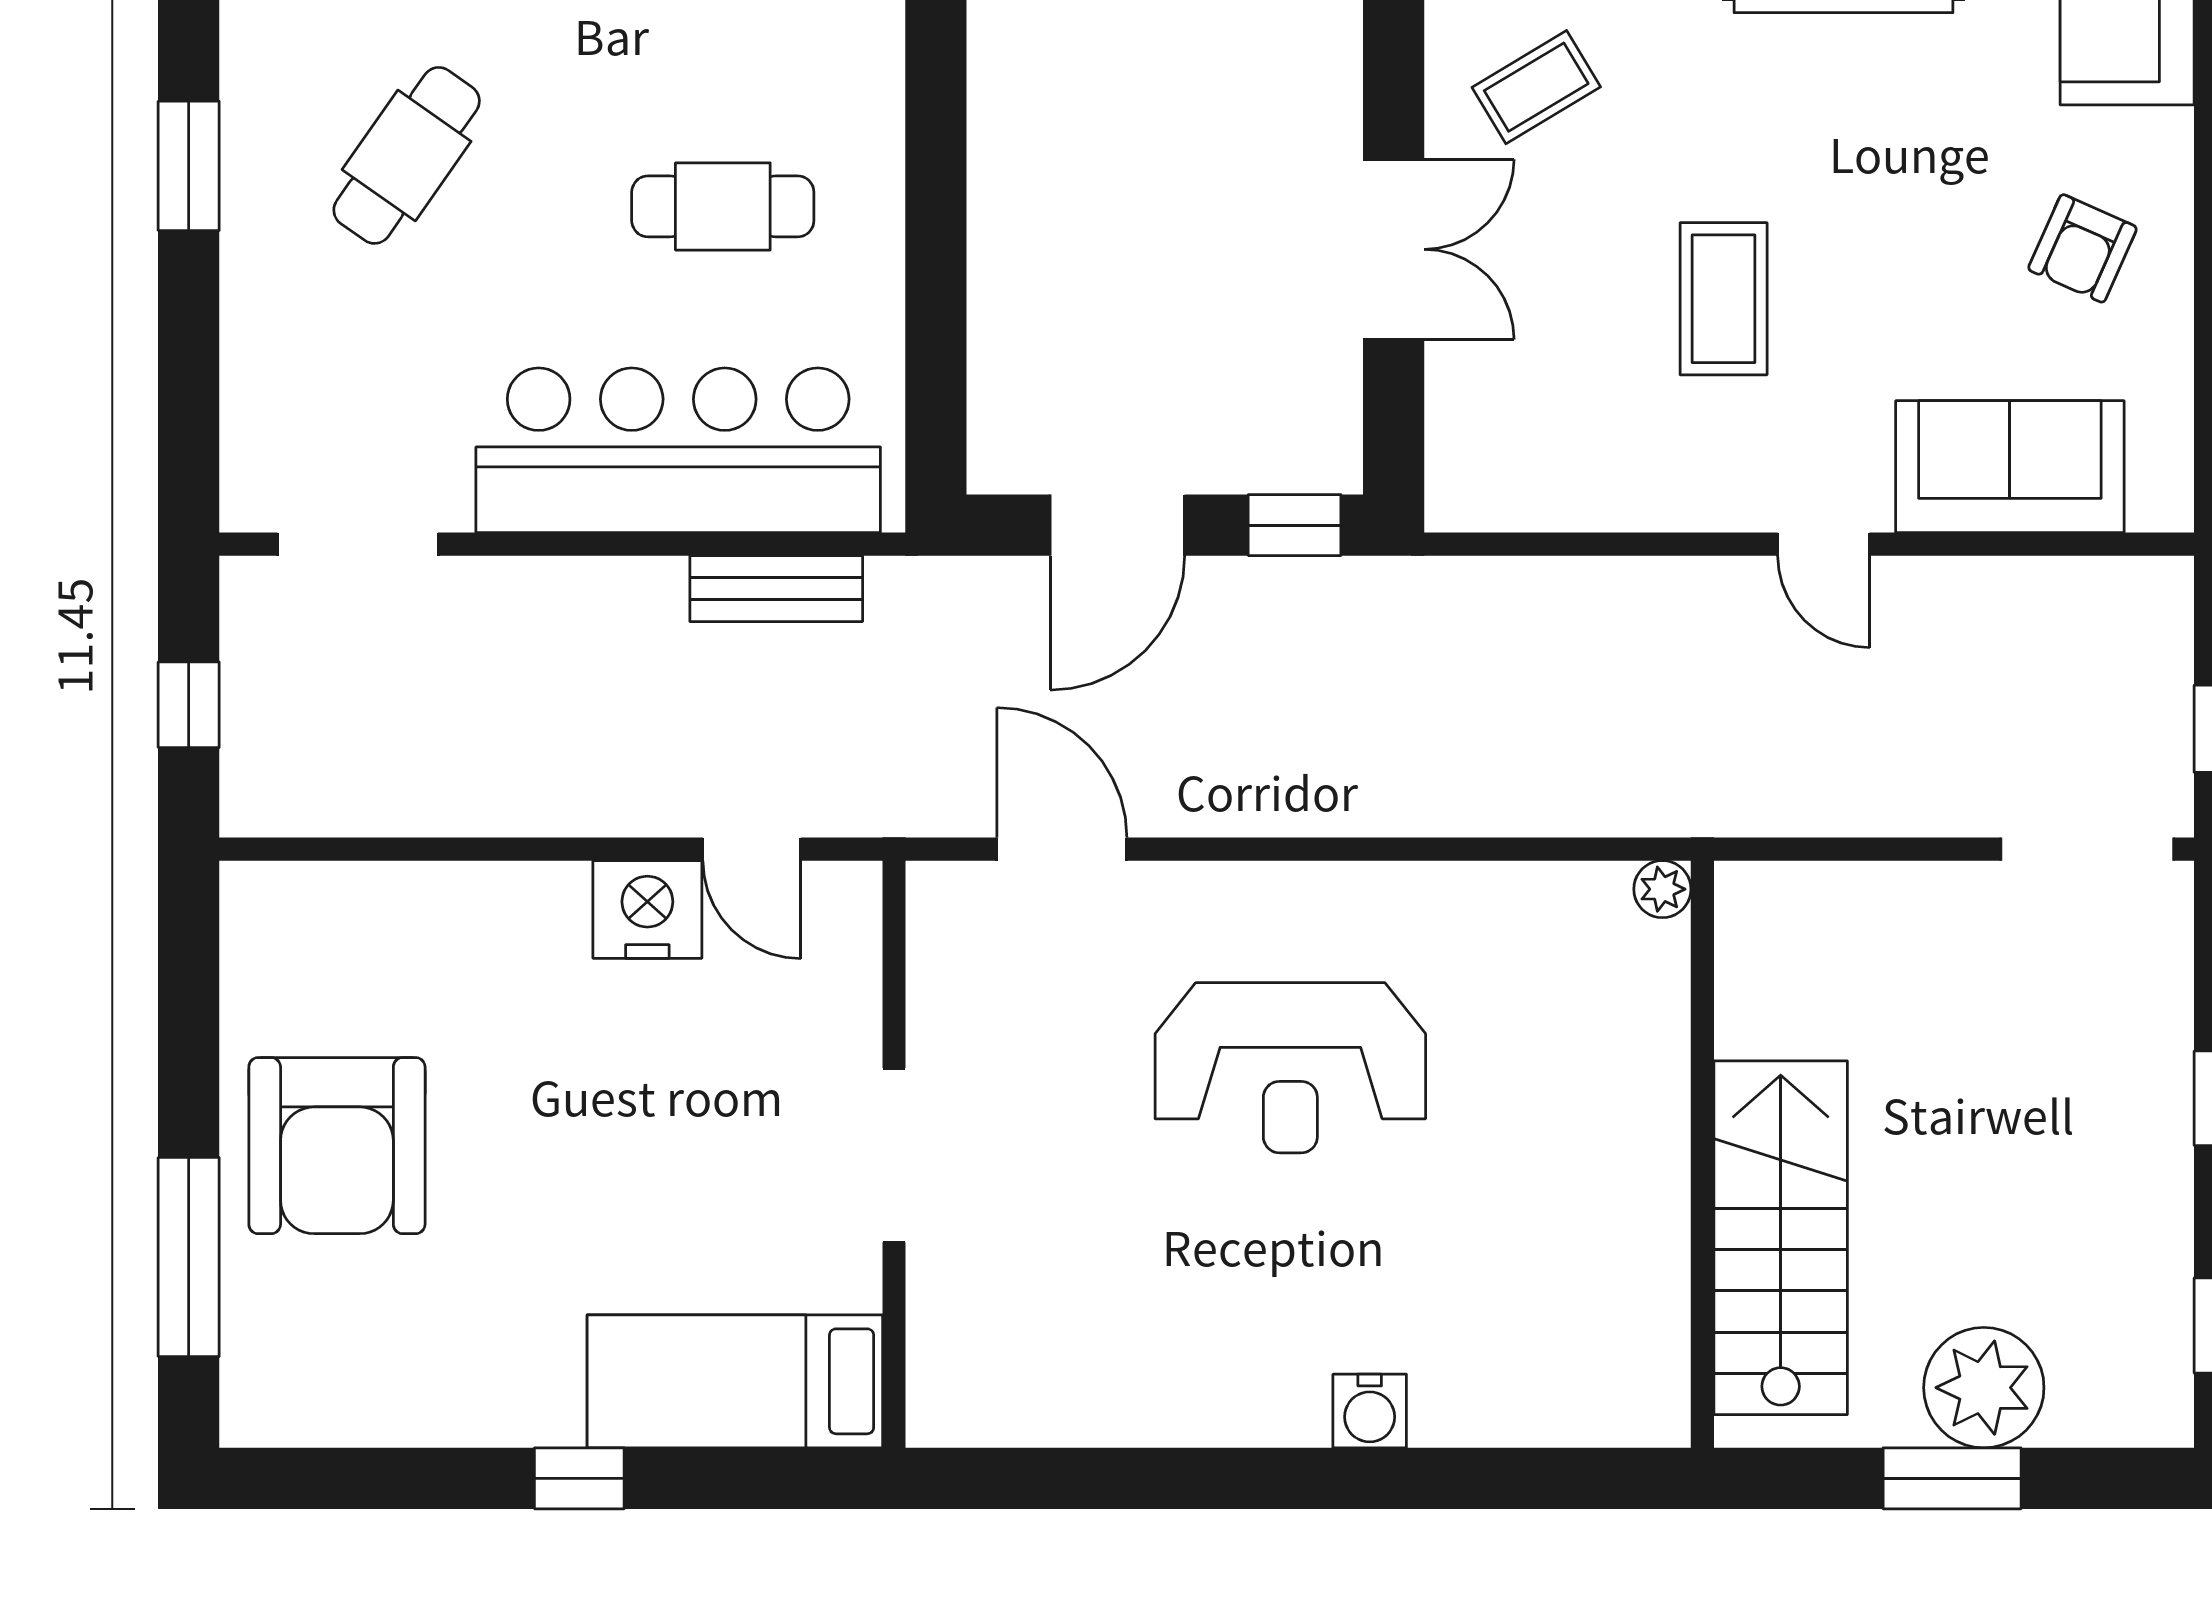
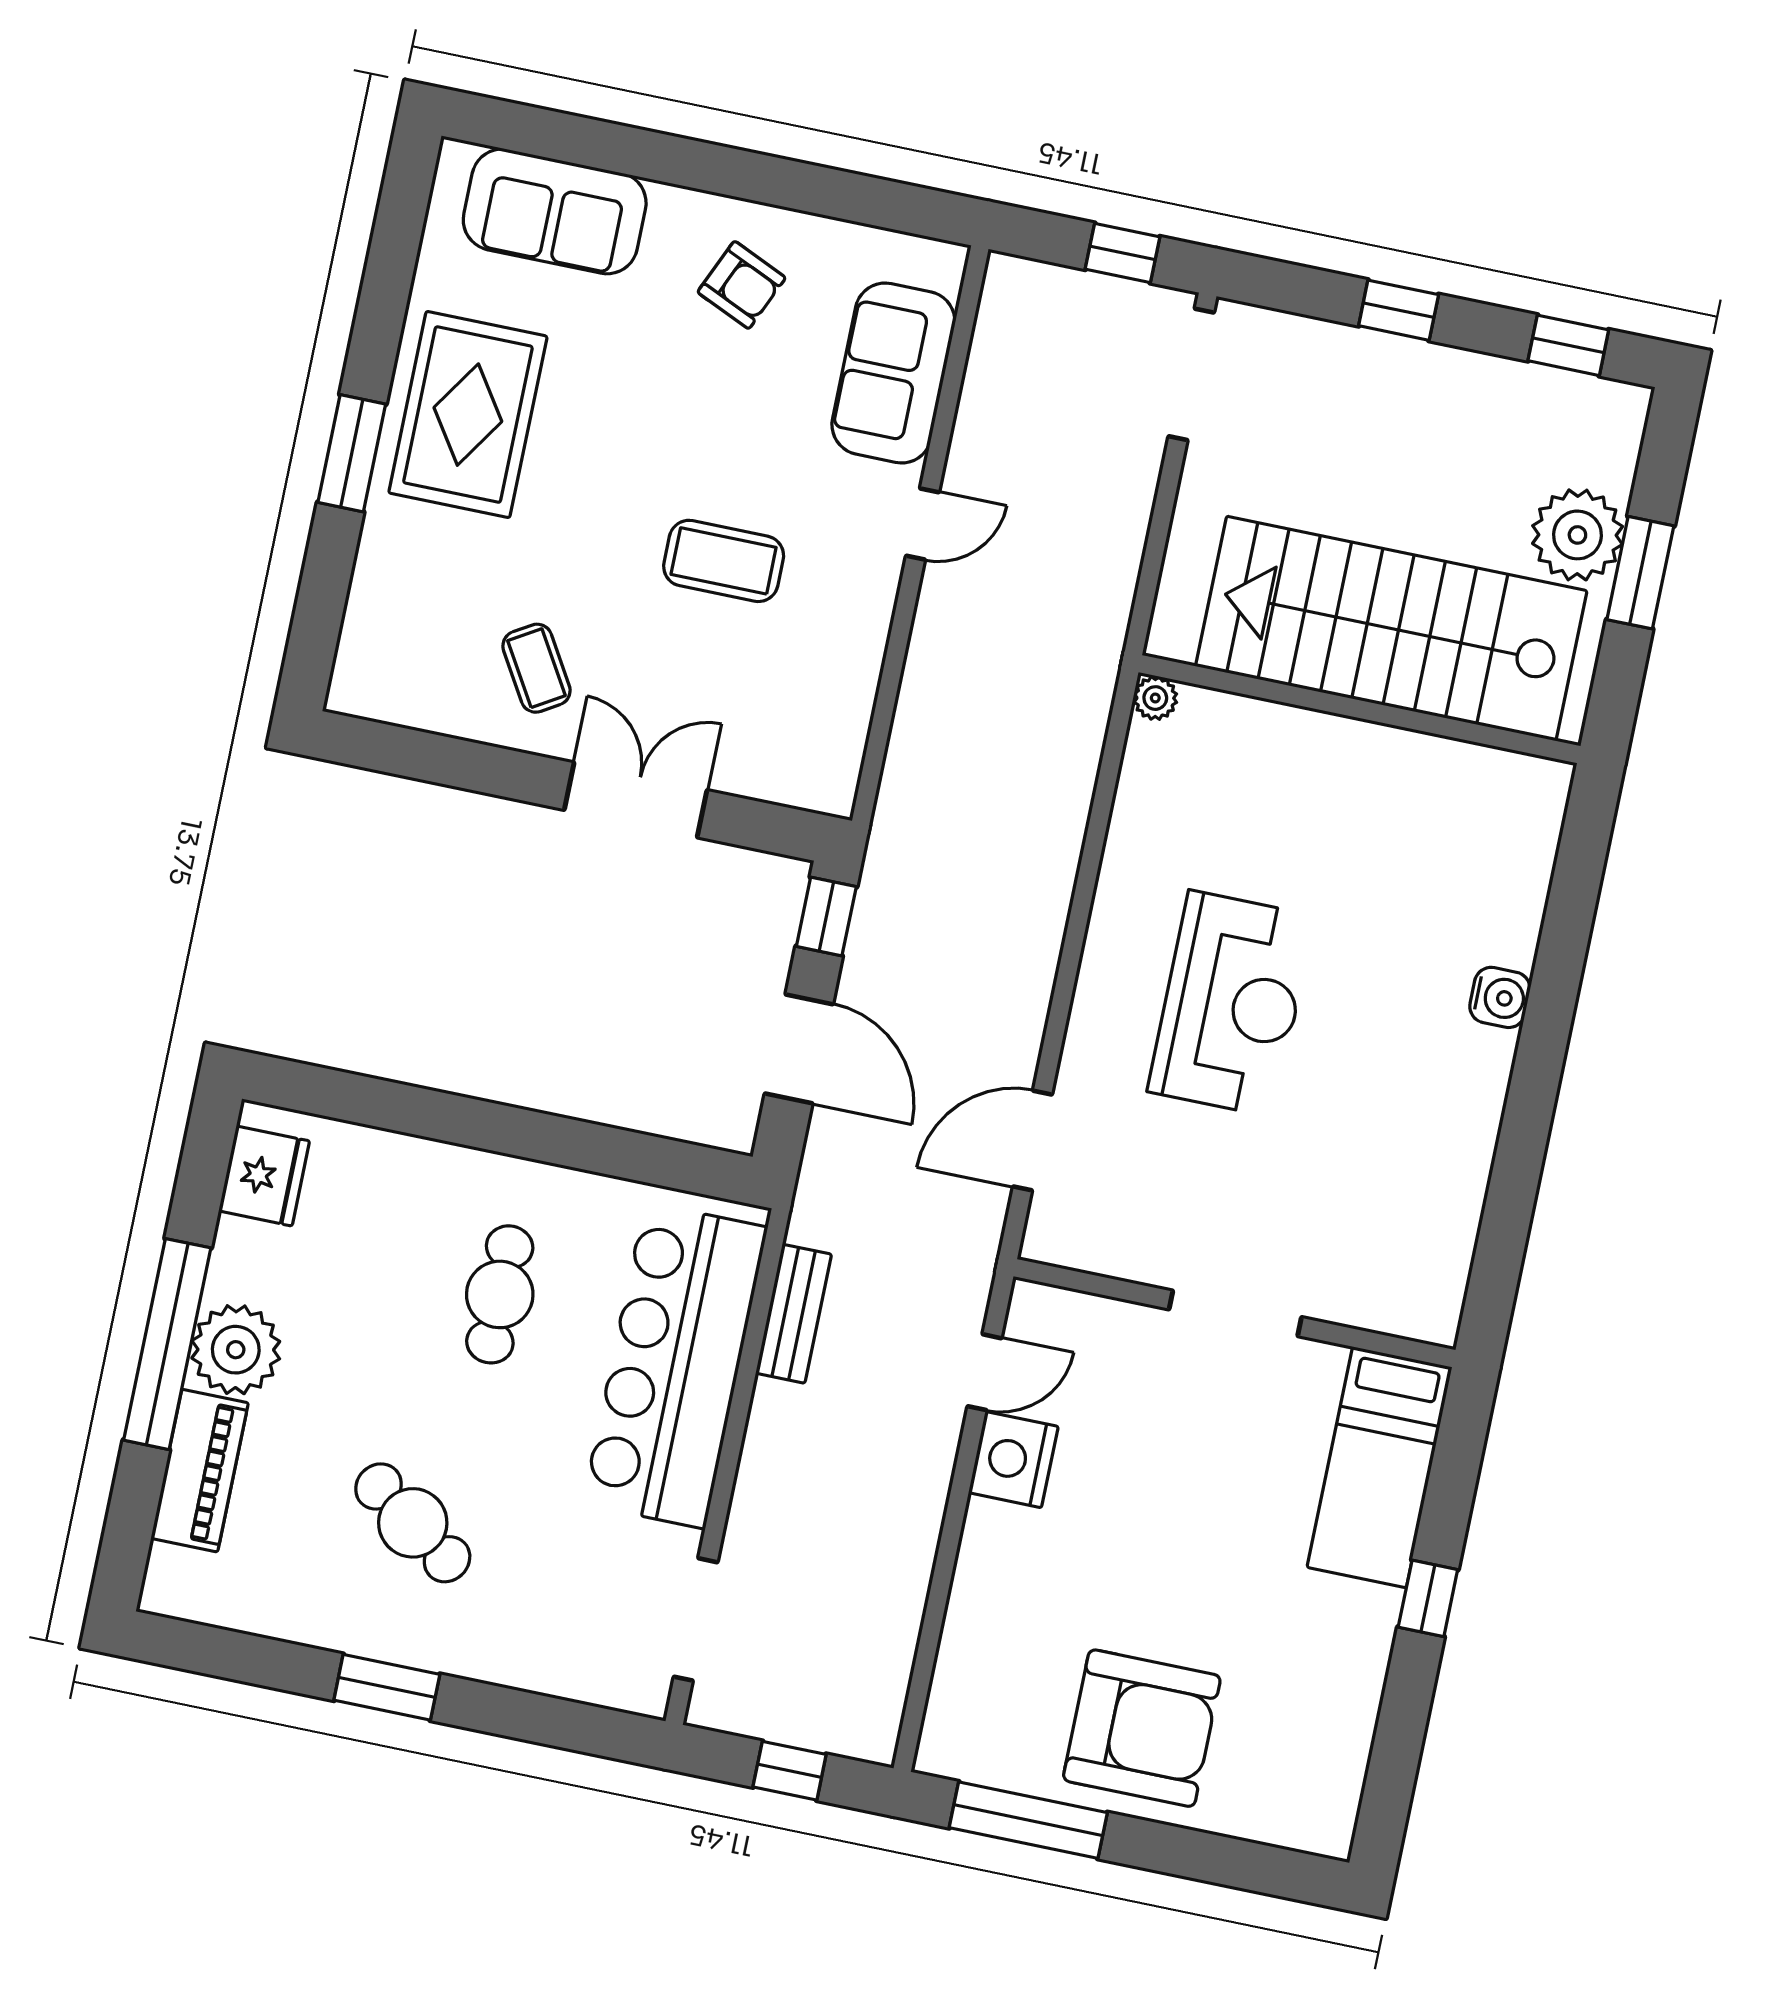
stairs: (1781, 1238) -> (1391, 628), width x1.36, depth x1.51
window: (189, 1257) -> (1028, 1820), moved

